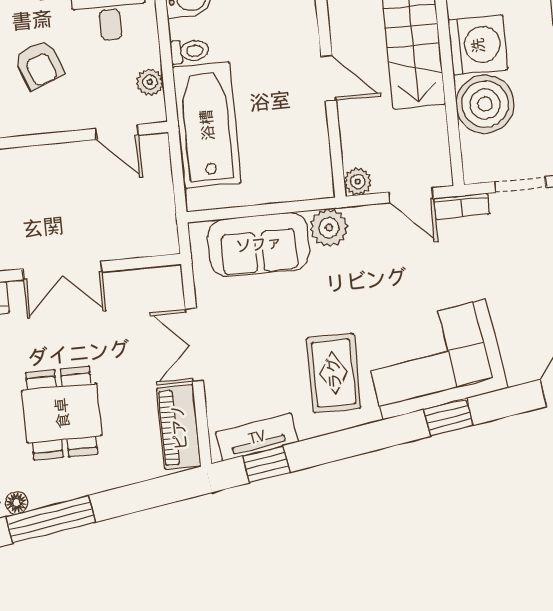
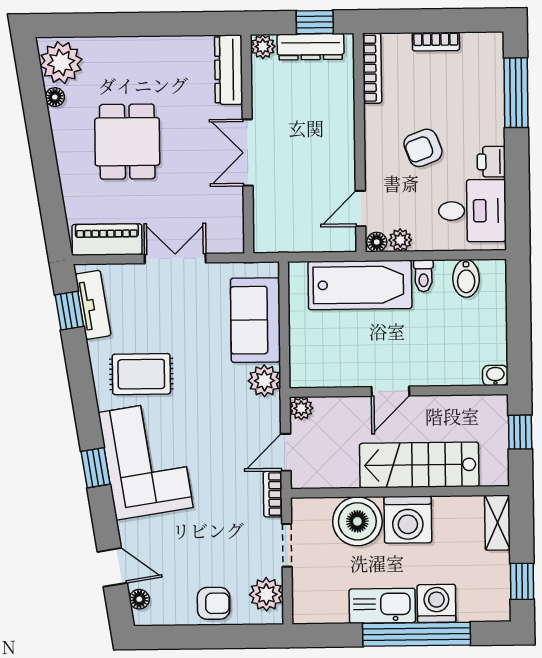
floor lamp: (155, 109) -> (377, 242), added
dining table: (62, 413) -> (127, 142), turned 90
window: (51, 520) -> (38, 125), removed

